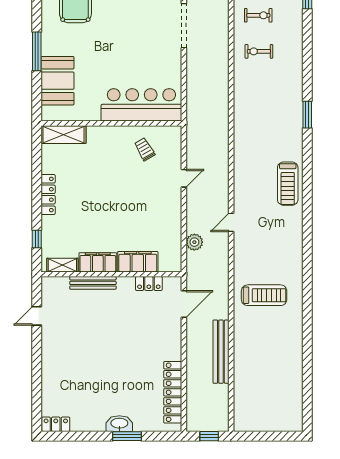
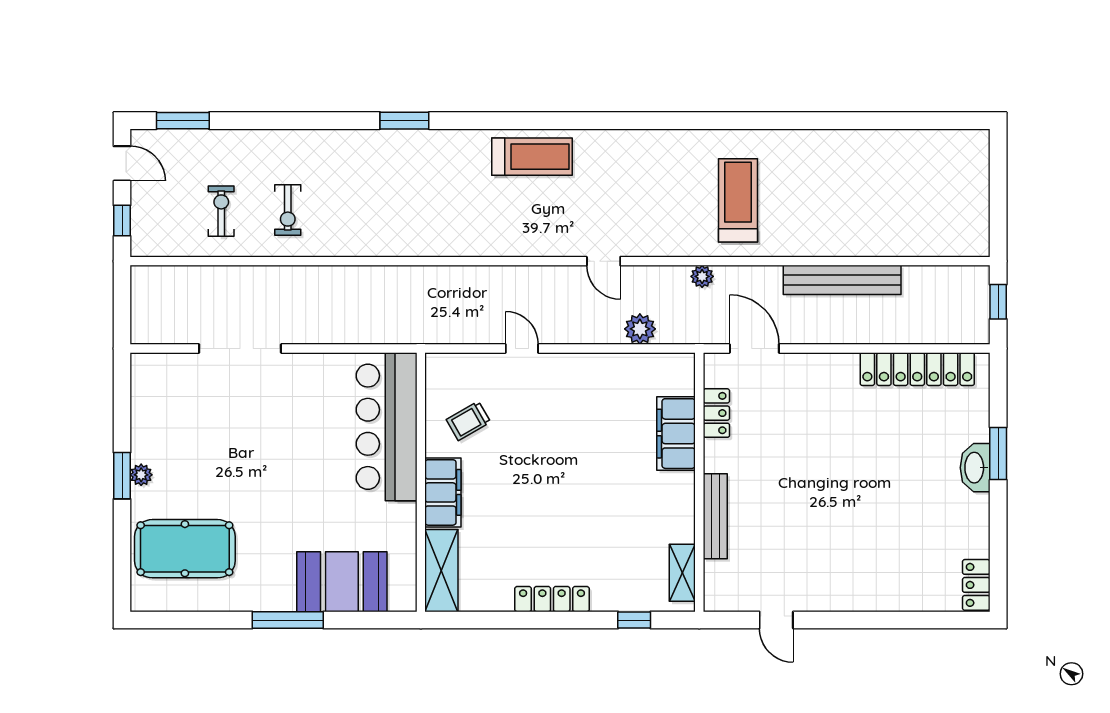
filing cabinet: (98, 262) -> (443, 492), moved, turned 180
plant: (223, 276) -> (702, 276), added

